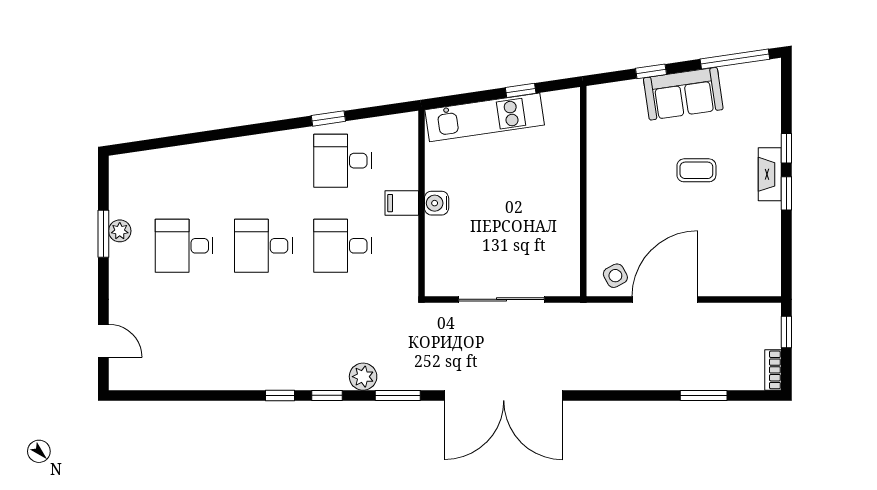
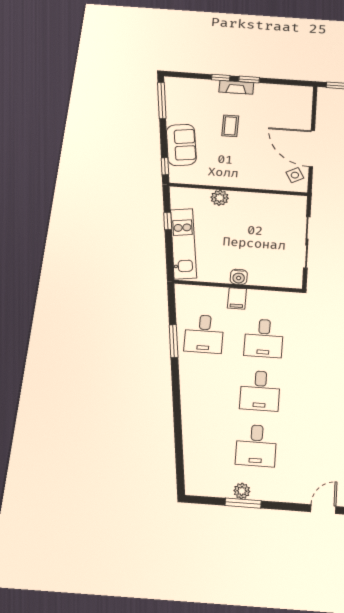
window: (651, 71) -> (165, 166), moved
sofa: (683, 94) -> (181, 145), moved
window: (328, 118) -> (174, 341), width x1.50
plant: (566, 164) -> (220, 198), added

